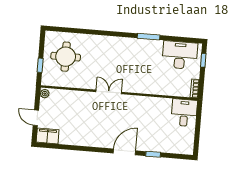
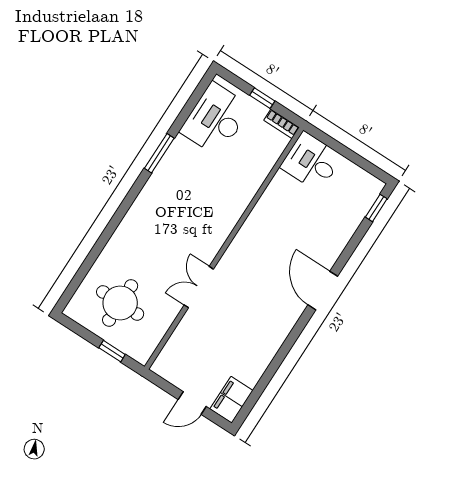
window: (203, 60) -> (262, 98), moved
double door: (109, 92) -> (199, 287), moved
plant: (45, 94) -> (161, 368), removed
window: (153, 154) -> (376, 208), moved

